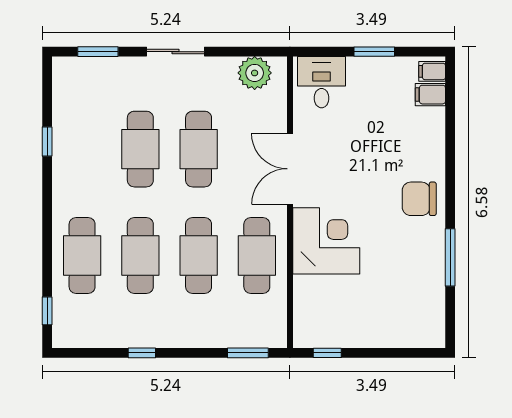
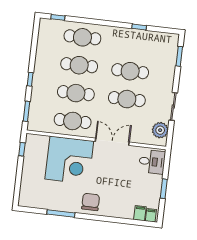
sliding door: (175, 52) -> (173, 106), moved
corner desk: (326, 241) -> (69, 160), width x1.36, depth x1.36
window: (142, 353) -> (30, 79), moved

